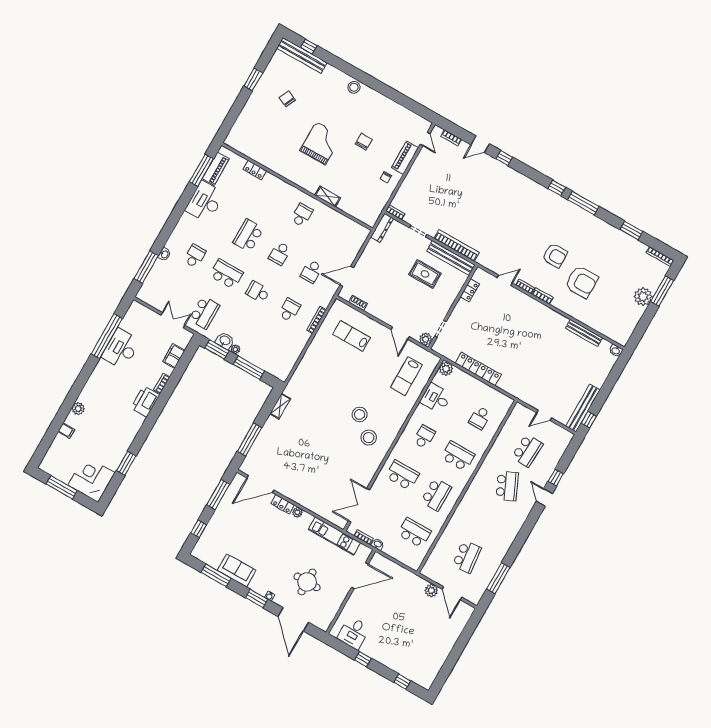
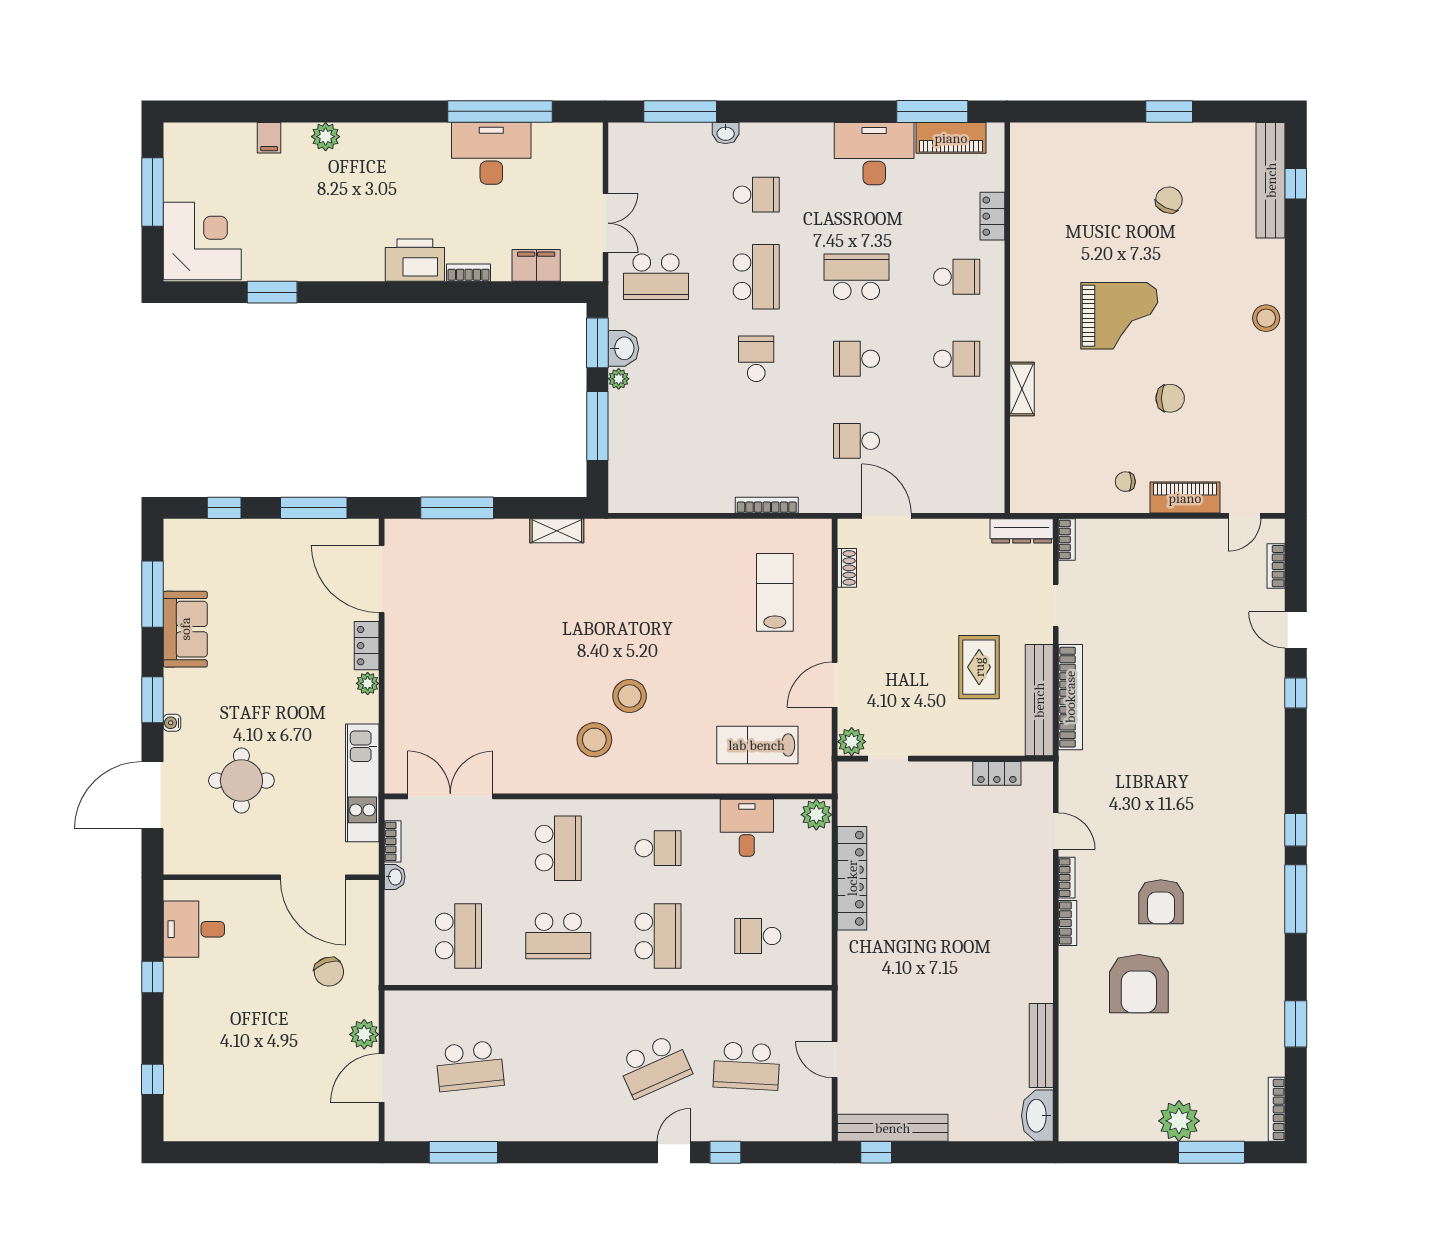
school desk: (289, 310) -> (957, 277), moved
washbasin: (616, 351) -> (1037, 1116), width x1.91, depth x1.45
chair: (400, 590) -> (329, 972), added

